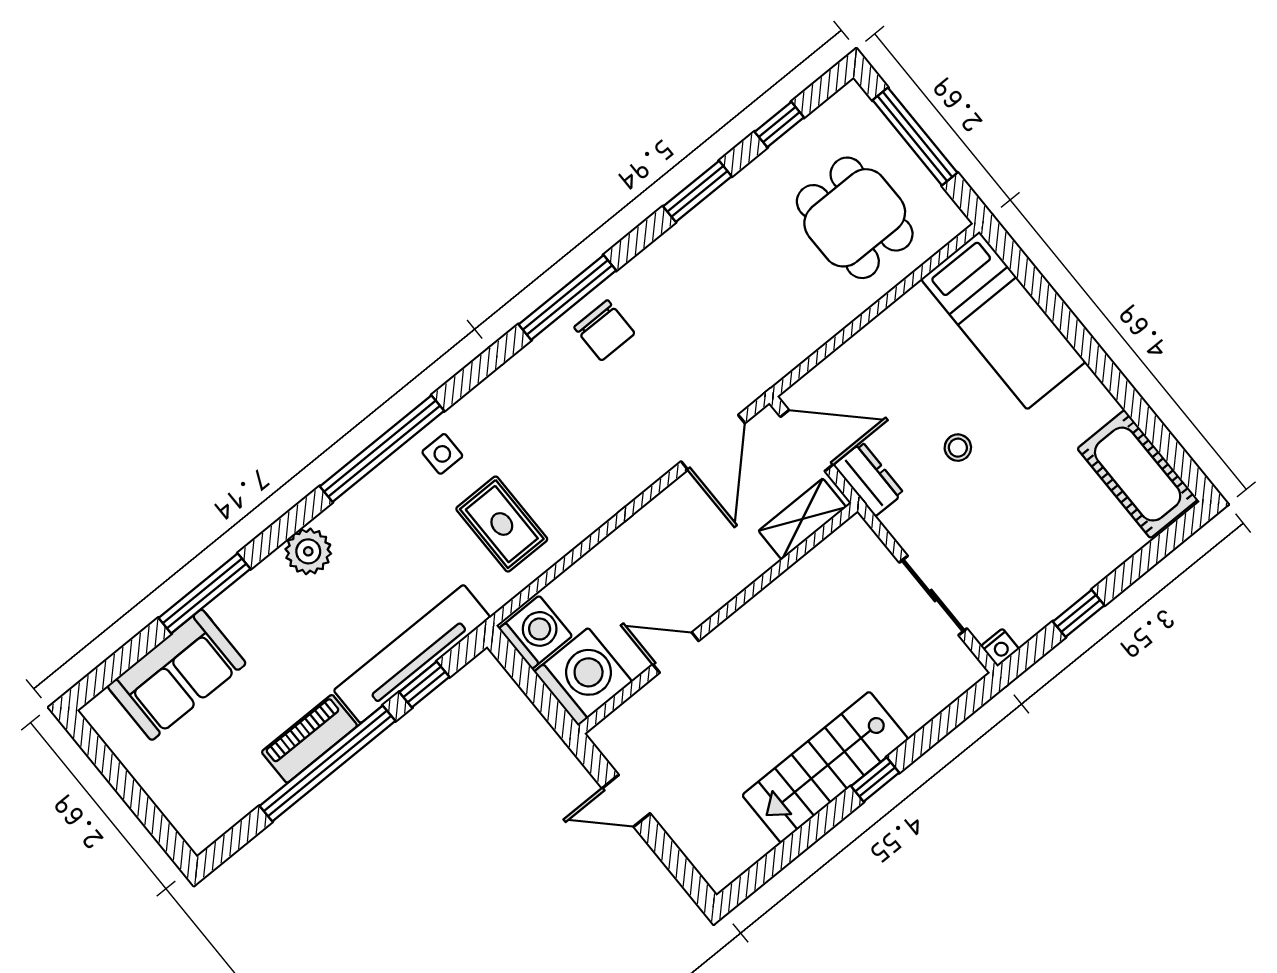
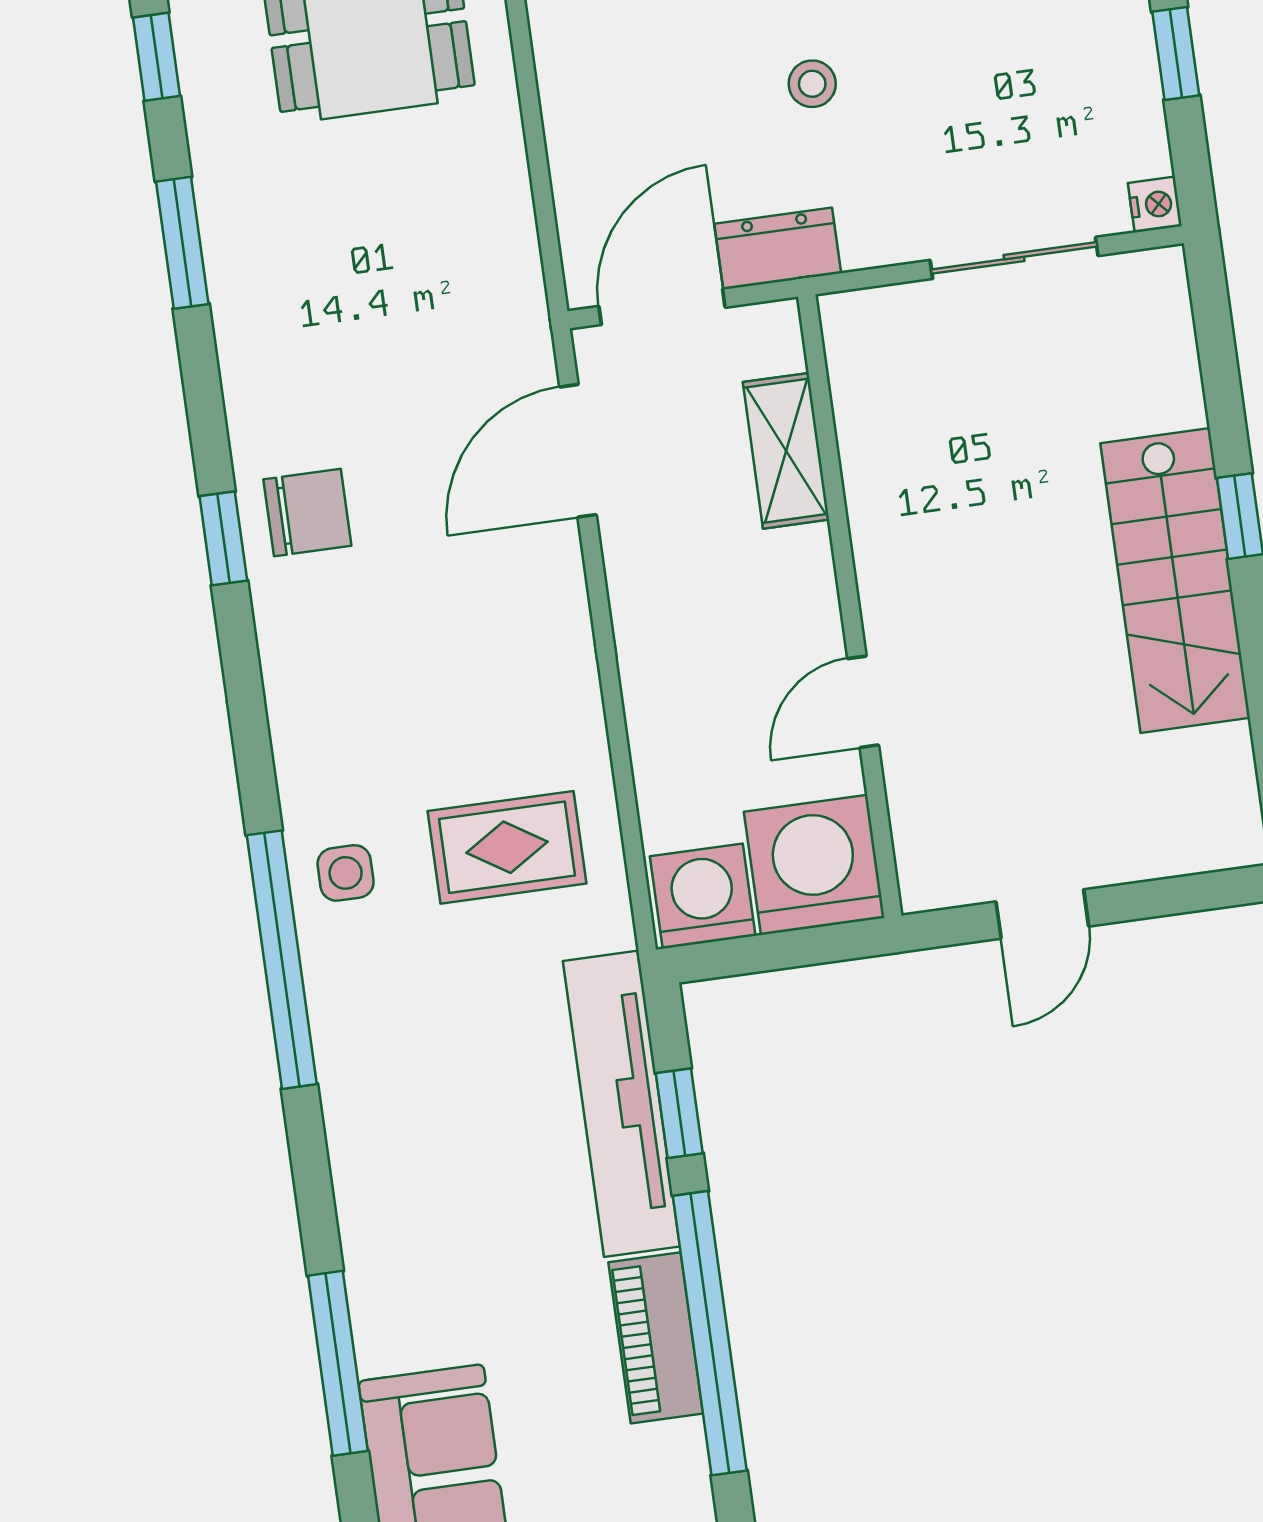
window: (567, 297) -> (223, 538), width x0.46
door: (713, 442) -> (578, 451), swing flipped
shelving: (802, 519) -> (786, 451), moved
plant: (308, 551) -> (370, 1167), removed

